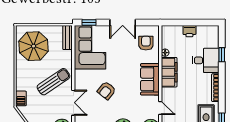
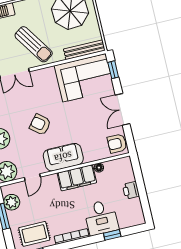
bench: (67, 38) -> (84, 50), width x1.36
armchair: (146, 43) -> (117, 143), moved, turned 180
armchair: (107, 91) -> (40, 124), moved

